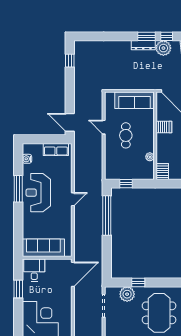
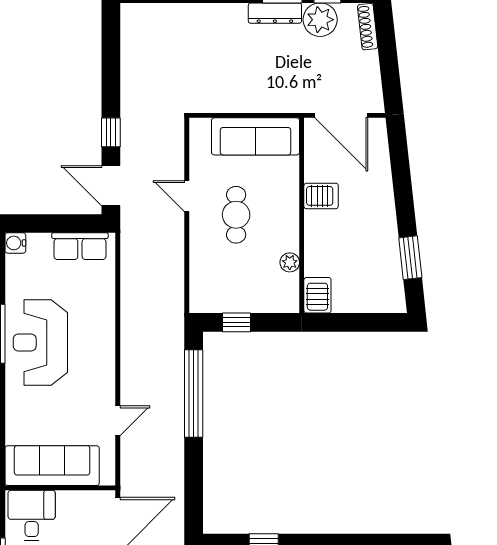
window: (70, 61) -> (111, 132), moved
water cooler: (27, 159) -> (15, 243), moved
door: (73, 199) -> (118, 421), moved

